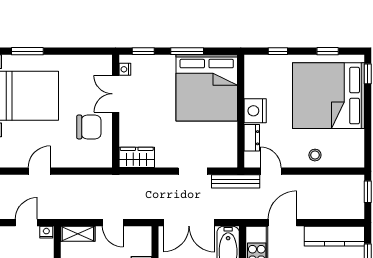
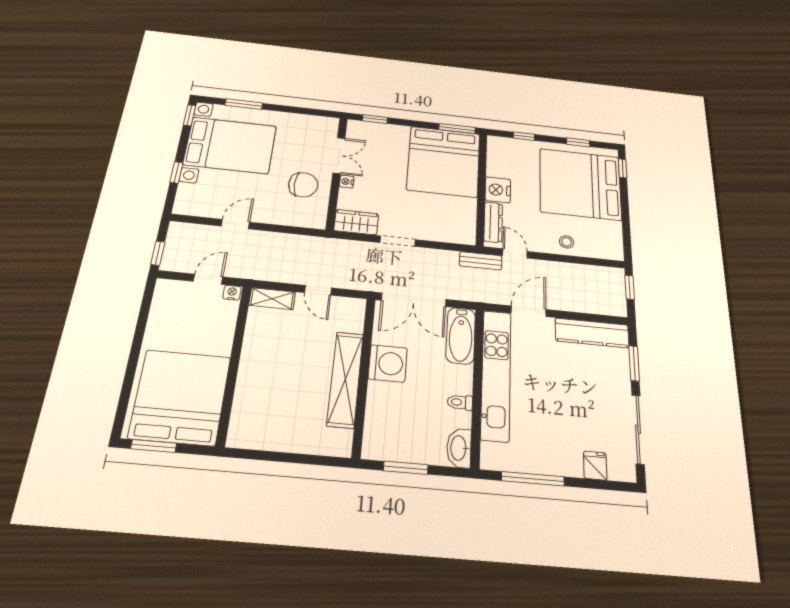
window: (187, 51) -> (457, 128), moved
nightstand: (125, 69) -> (347, 182), moved
double door: (116, 94) -> (339, 156), swing flipped
dresser: (252, 138) -> (493, 222), width x1.44
doorway: (193, 171) -> (398, 241), moved
bench: (236, 181) -> (481, 261), width x0.73

